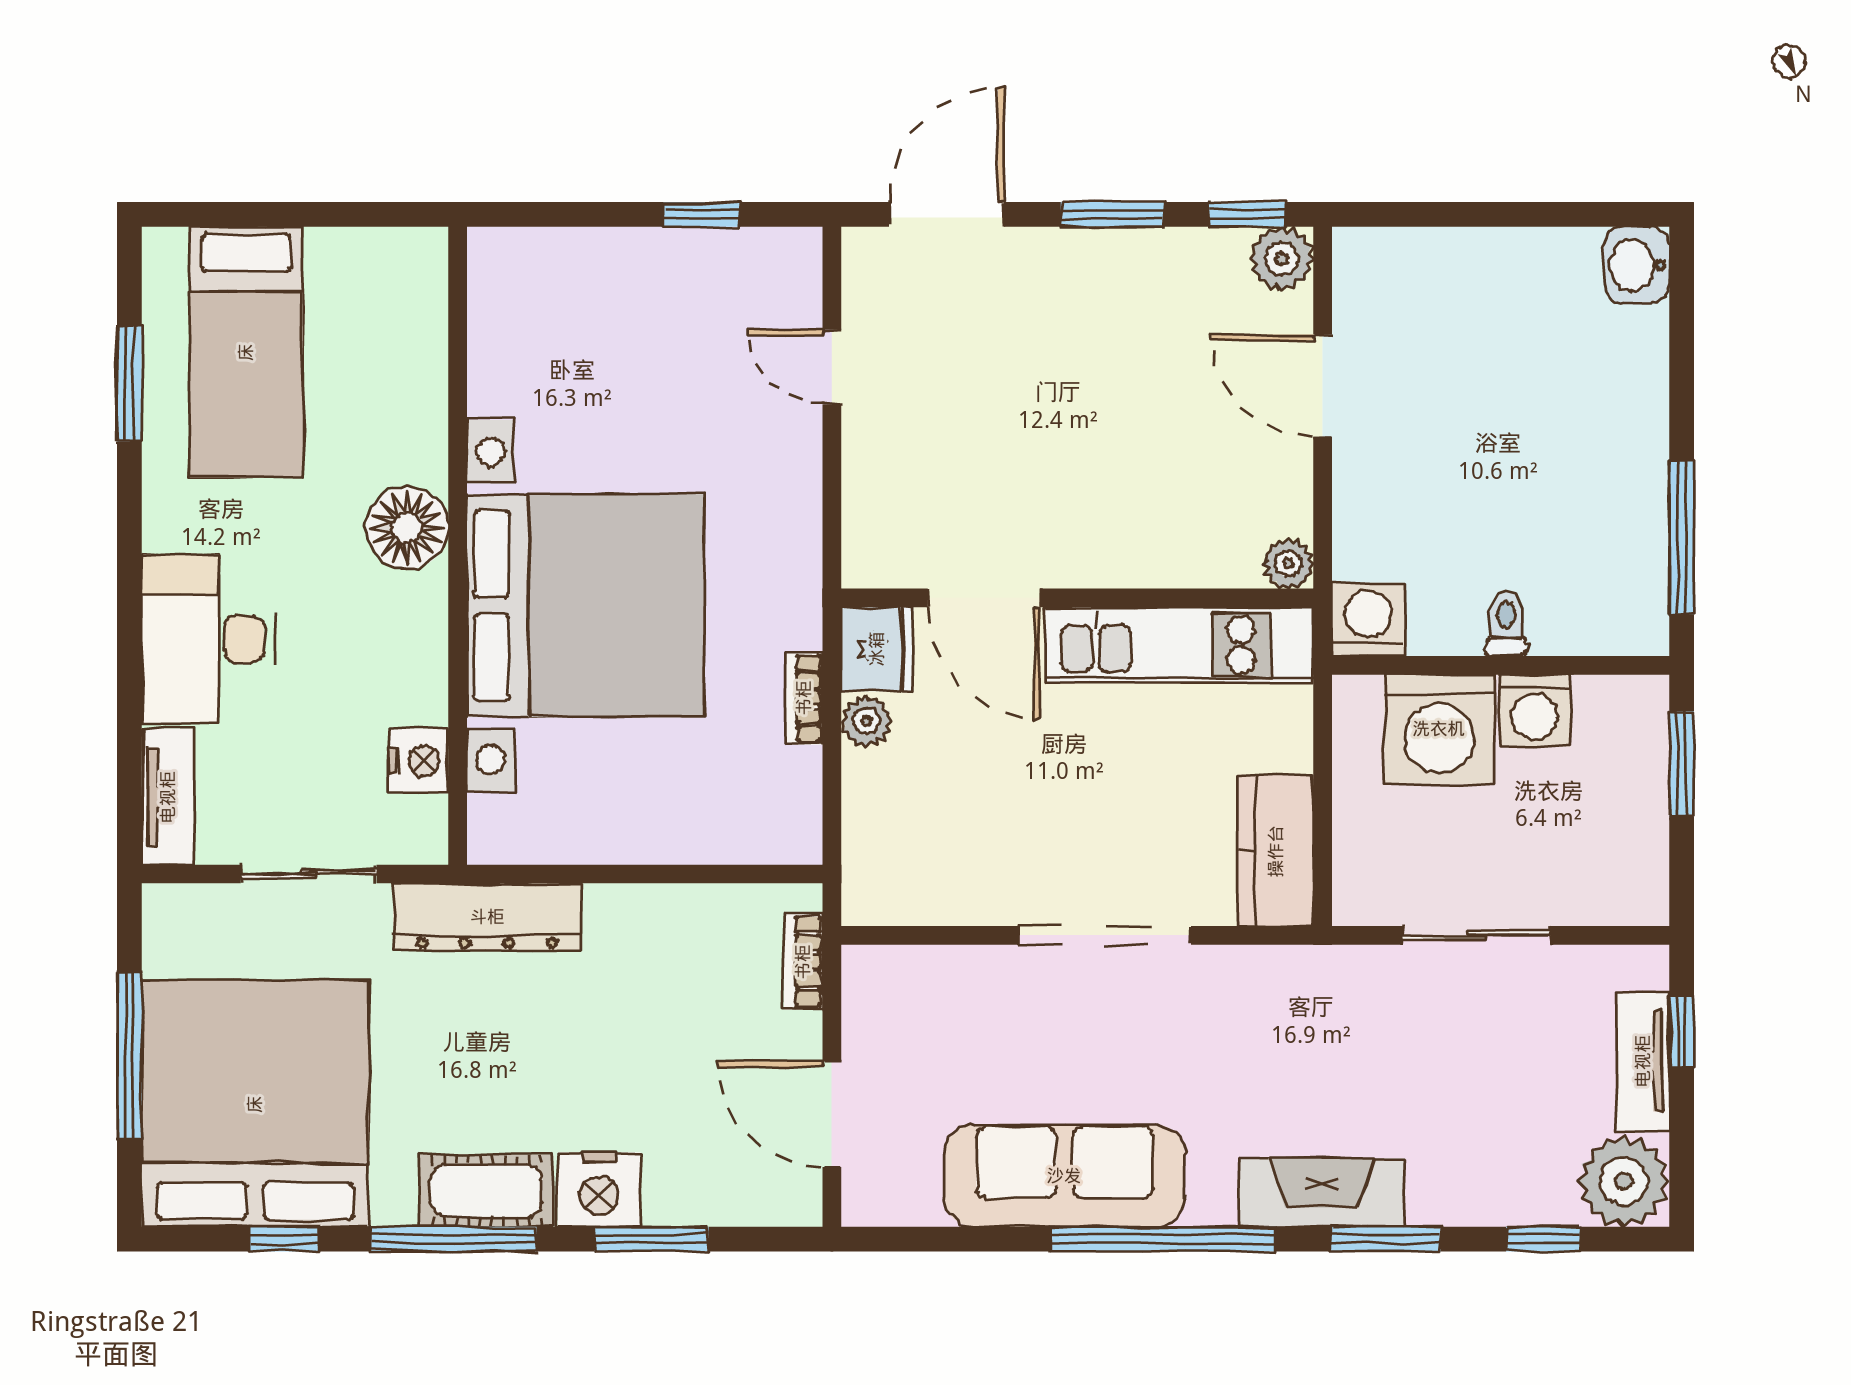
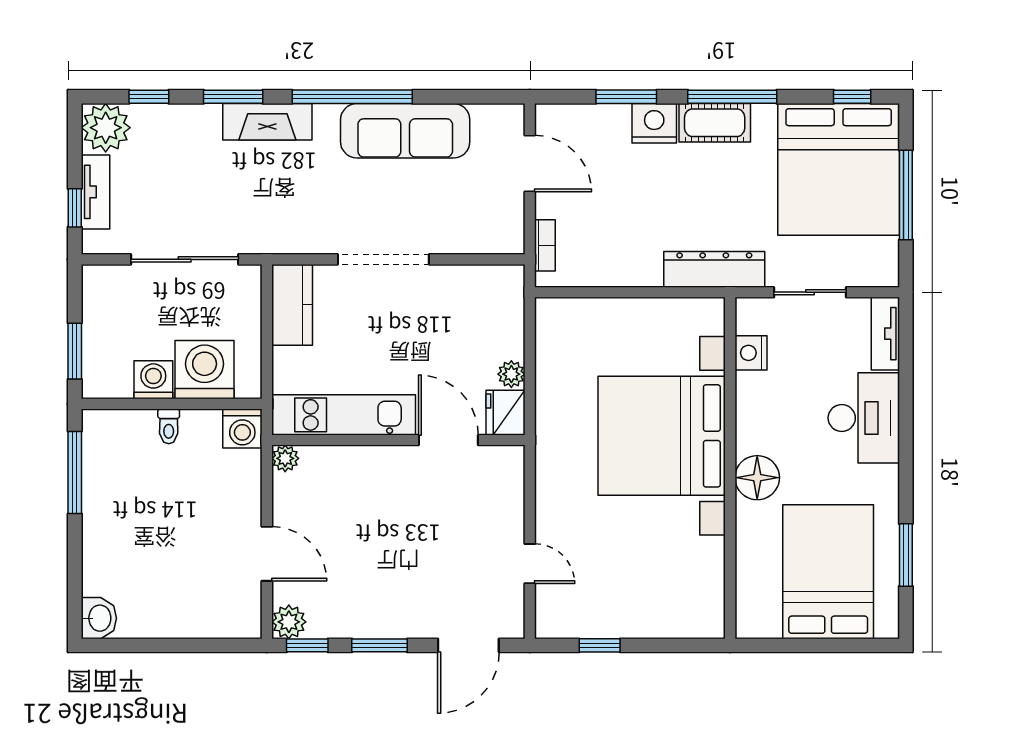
bed: (246, 352) -> (828, 572), width x1.50
bookcase: (804, 698) -> (545, 386), removed
sliding door: (1476, 935) -> (185, 259), width x1.37
window: (284, 1239) -> (852, 97), moved

